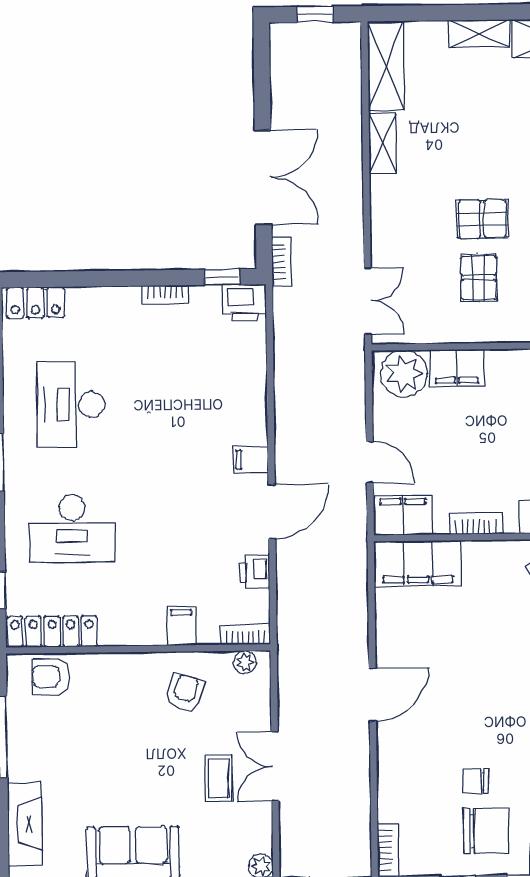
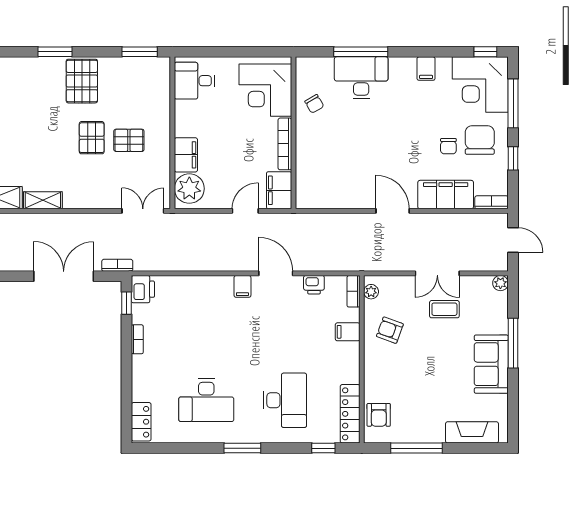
bookcase: (476, 524) -> (285, 144), width x1.56
filing cabinet: (418, 564) -> (446, 195), moved, turned -90

